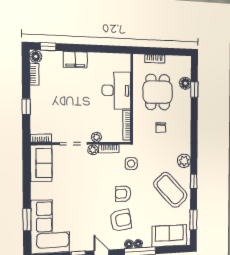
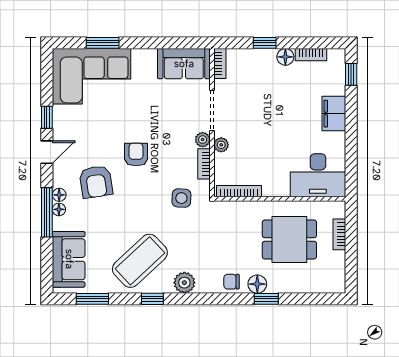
floor lamp: (36, 56) -> (285, 57), moved
floor lamp: (185, 83) -> (257, 284), moved
window: (194, 89) -> (266, 299), moved
desk: (116, 91) -> (318, 175), moved
chair: (161, 128) -> (231, 282), moved
armchair: (123, 194) -> (136, 154), moved

